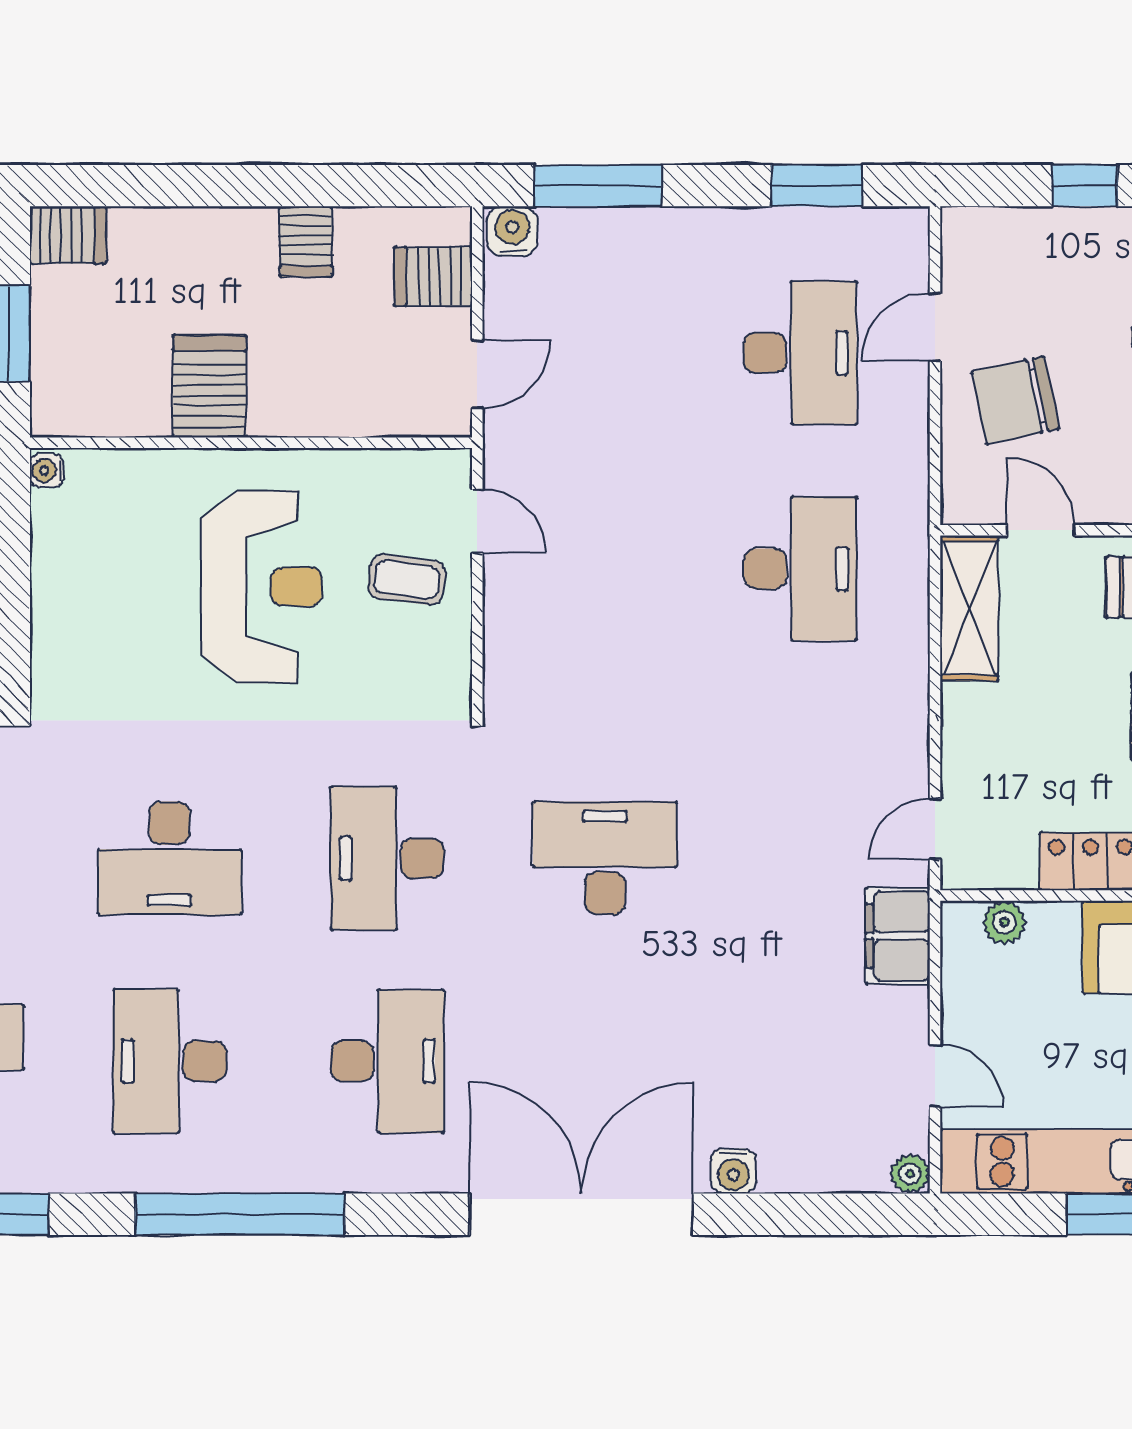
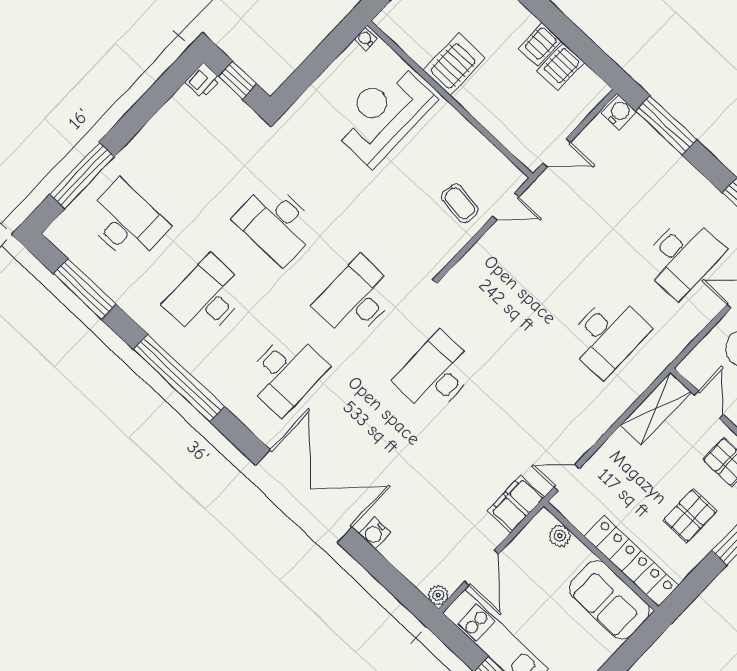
server rack: (433, 277) -> (560, 67), moved, turned -90
door: (477, 521) -> (506, 206), hinge flipped
reception desk: (261, 587) -> (384, 114), moved, turned 180
desk: (605, 858) -> (436, 374), turned -90
door: (935, 1076) -> (481, 568), width x1.38

